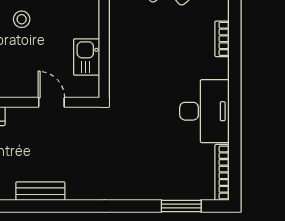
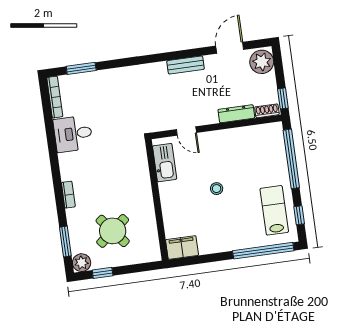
kitchen sink: (87, 57) -> (165, 163), width x1.38
desk: (204, 111) -> (73, 134), width x0.73

